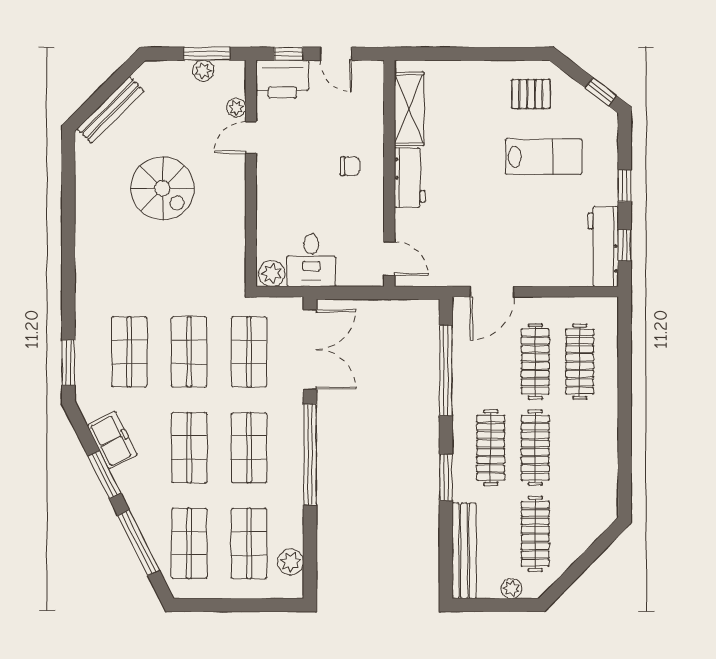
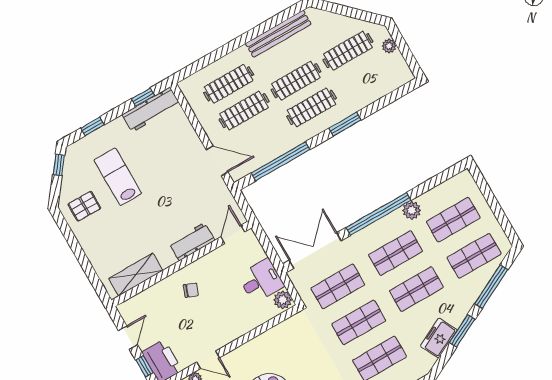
pallet: (531, 94) -> (84, 206), turned 90
chair: (350, 166) -> (191, 290), turned 112
workbench: (410, 177) -> (192, 242), moved
window: (625, 186) -> (92, 126), moved
bench: (464, 551) -> (278, 34), moved
plant: (291, 562) -> (412, 210), moved

